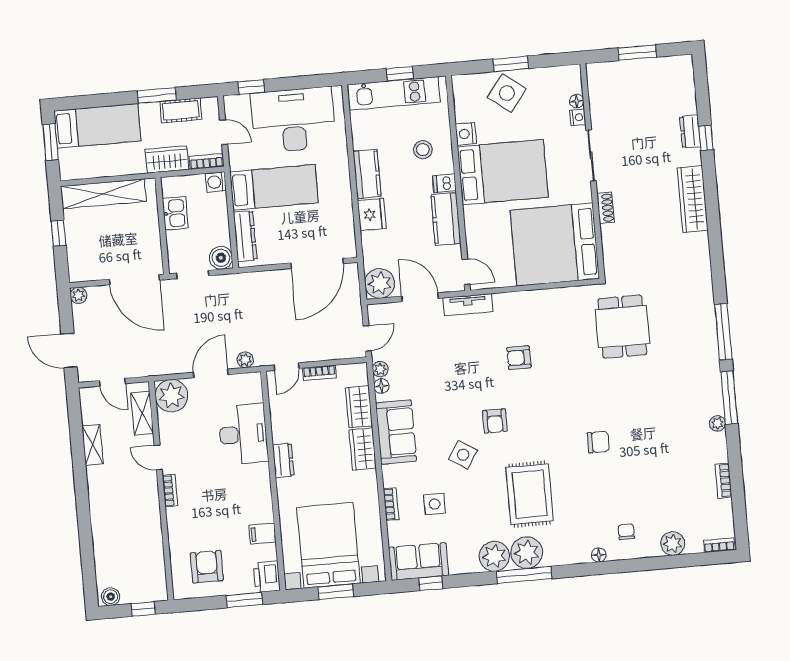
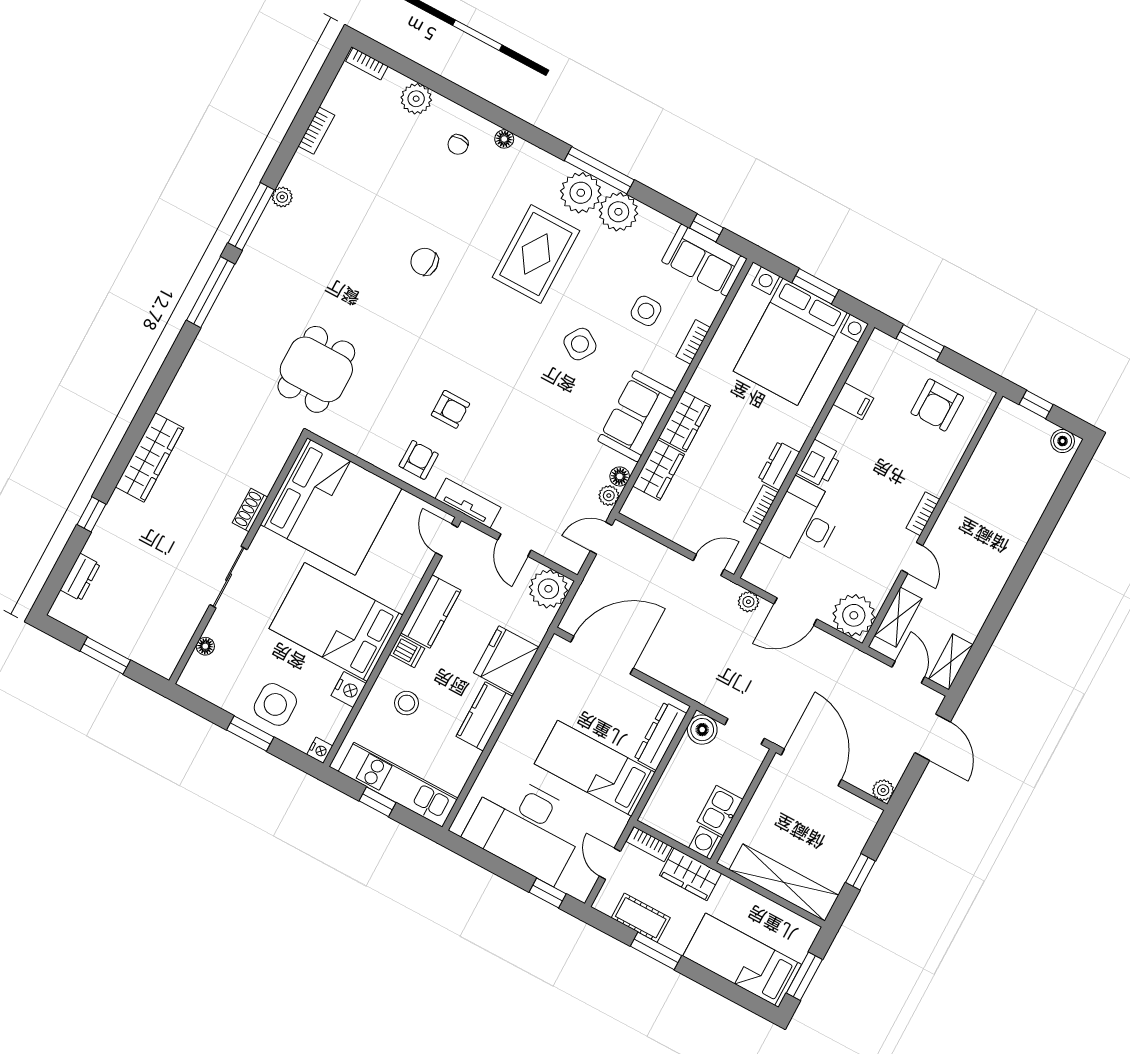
side table: (507, 93) -> (275, 704), turned -37
nightstand: (578, 117) -> (320, 750), moved, turned 180
dresser: (690, 132) -> (80, 577), moved
washing machine: (216, 182) -> (705, 843), moved, turned 180
fridge: (372, 215) -> (506, 660), width x1.36, depth x1.34
door: (420, 297) -> (514, 545), width x0.73
bookcase: (319, 373) -> (761, 507), moved, turned -90
armchair: (495, 421) -> (419, 460), moved
shelving: (93, 445) -> (951, 662), moved
printer: (267, 577) -> (819, 464), moved

